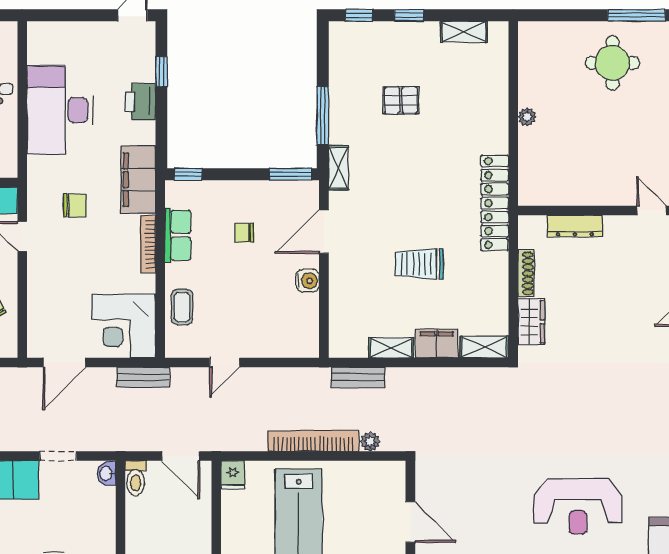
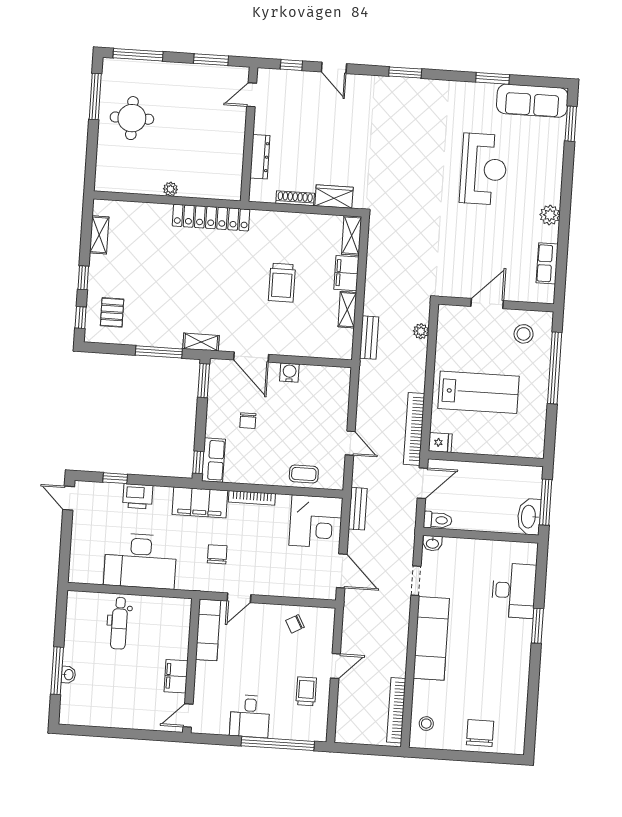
pallet: (401, 100) -> (112, 312), moved
locker: (495, 203) -> (211, 218), moved
row of seats: (178, 235) -> (214, 460), moved, turned 90
bookcase: (313, 441) -> (414, 429), moved

